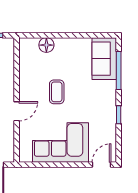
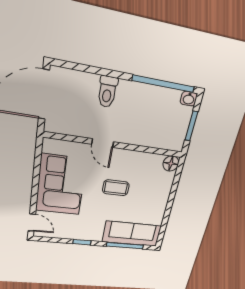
floor lamp: (46, 45) -> (171, 164), moved
sofa: (104, 59) -> (132, 234), width x1.36

